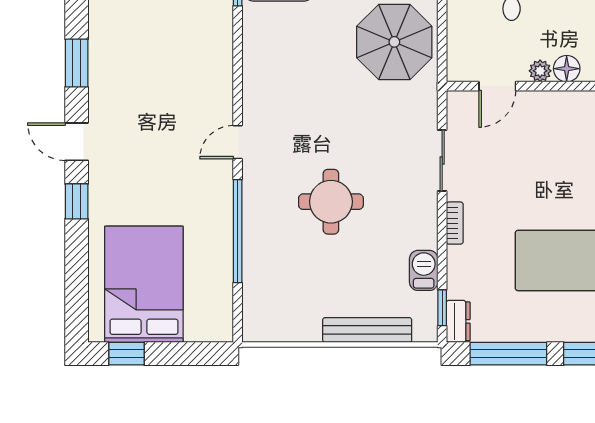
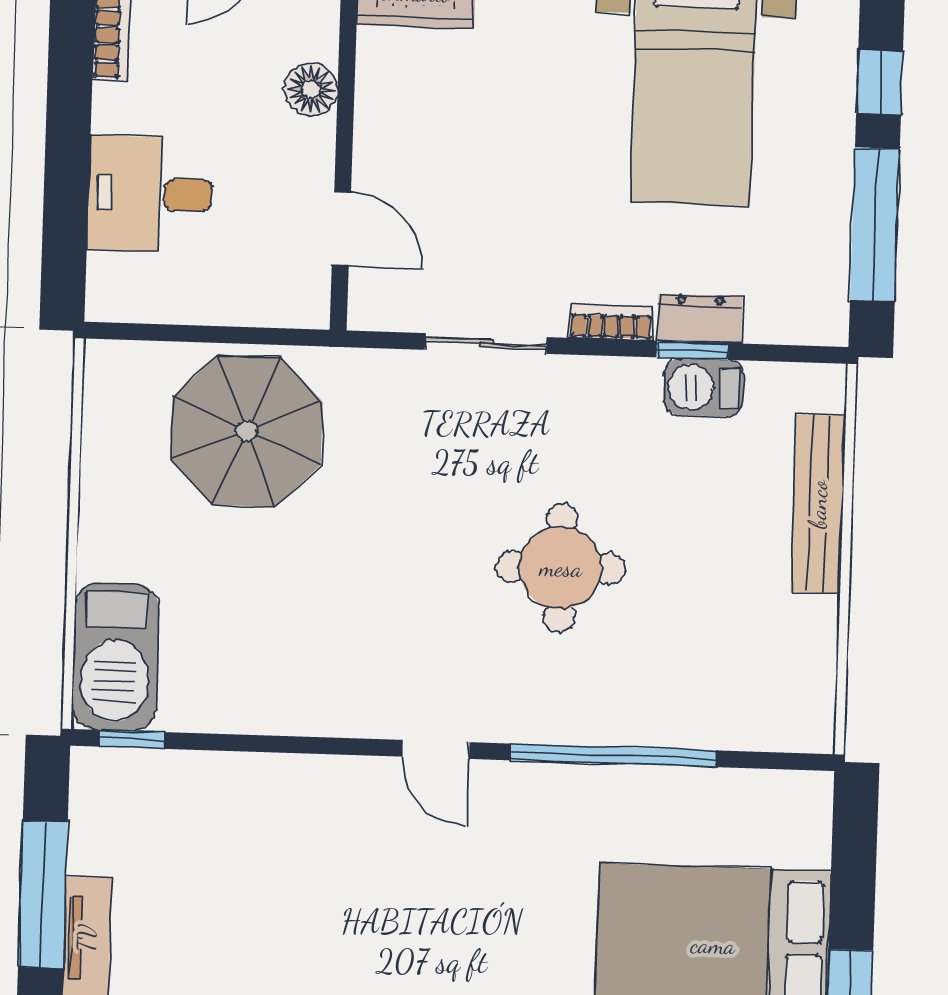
plant: (540, 71) -> (314, 142), removed
window: (442, 308) -> (693, 350), moved
dresser: (458, 321) -> (700, 319), moved

